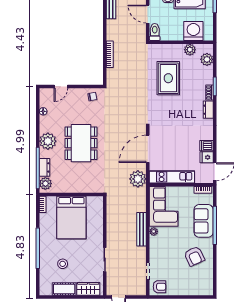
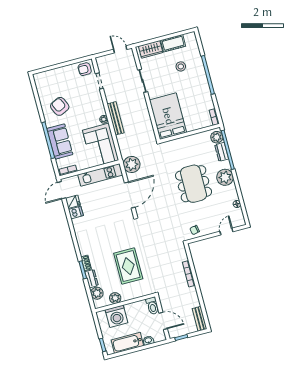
dresser: (208, 110) -> (92, 279), moved
bed: (71, 217) -> (168, 116), moved

